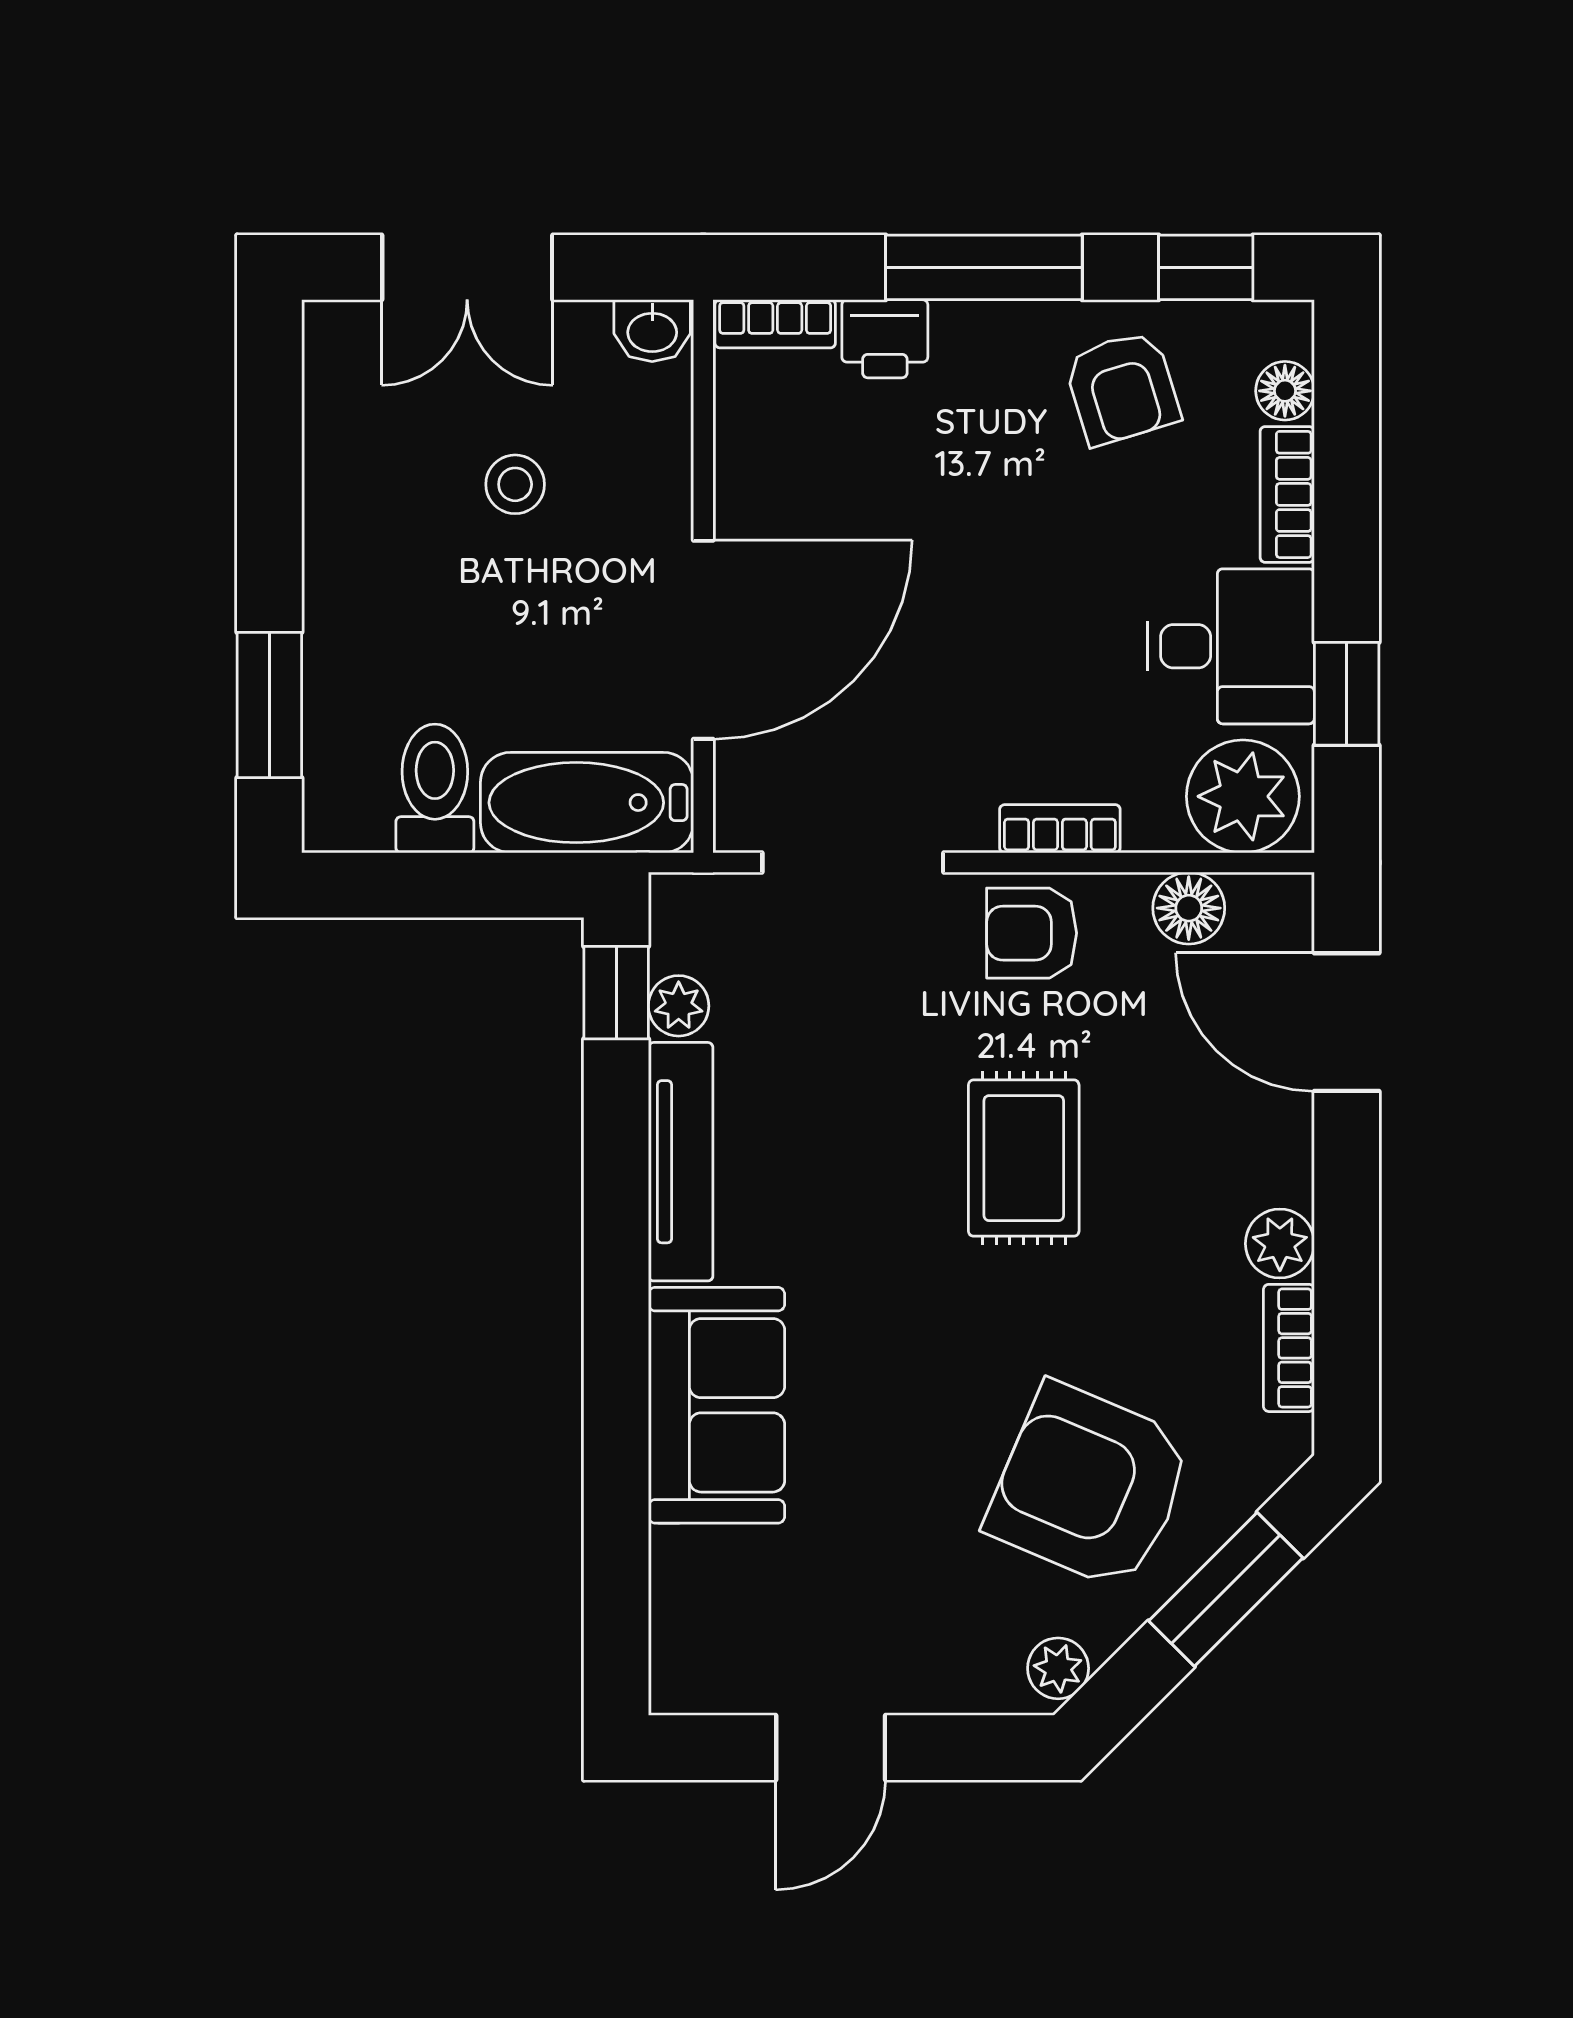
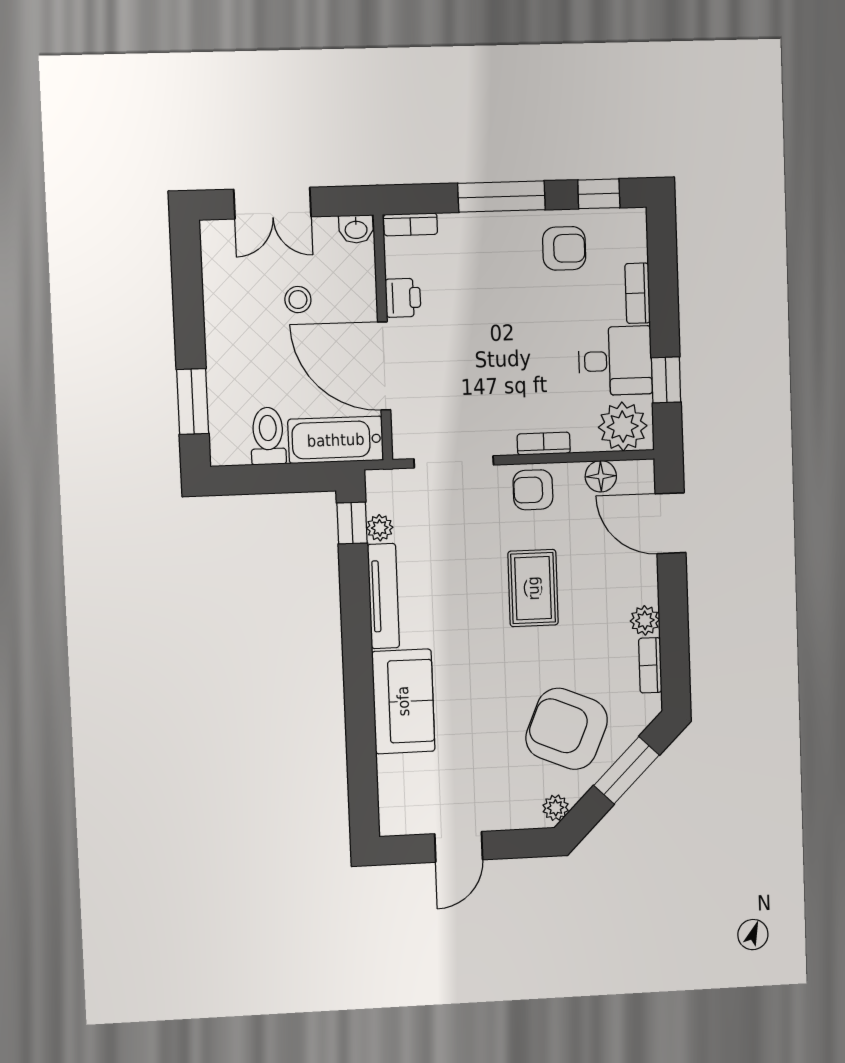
printer: (885, 339) -> (403, 298), moved, turned -90
armchair: (1122, 388) -> (564, 248), turned -73
floor lamp: (1285, 391) -> (635, 247), removed
door: (703, 640) -> (384, 366), swing flipped

